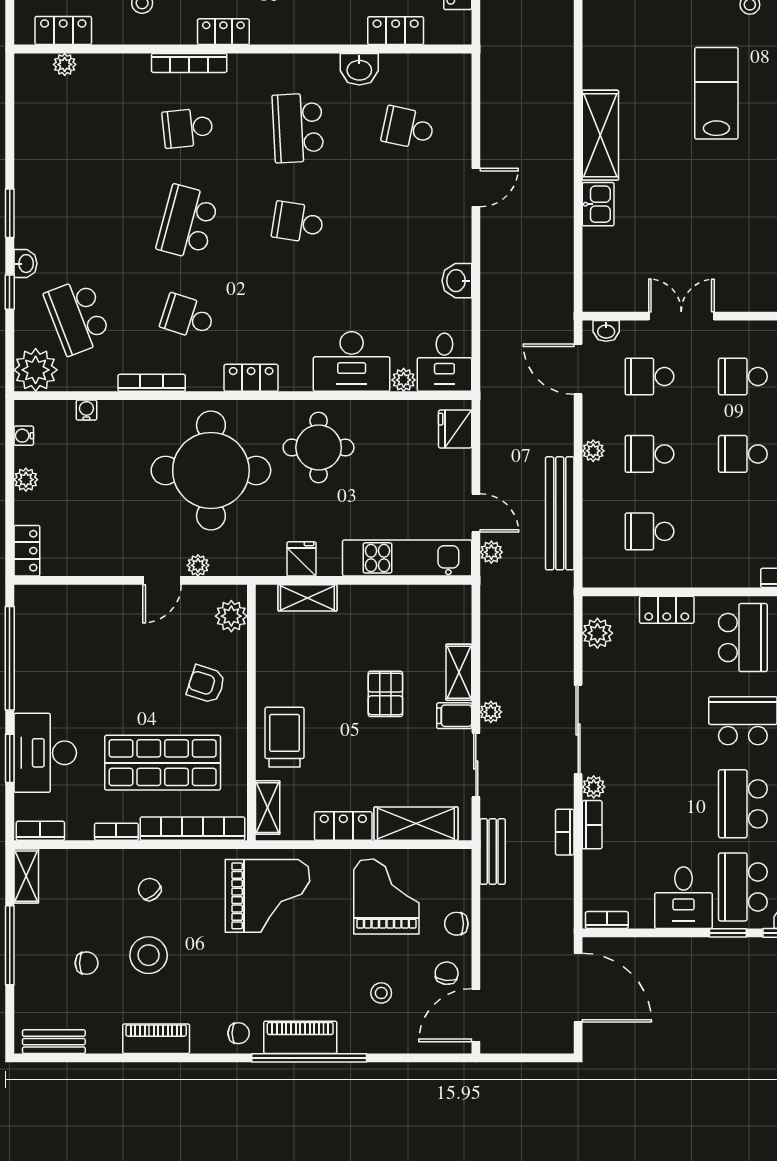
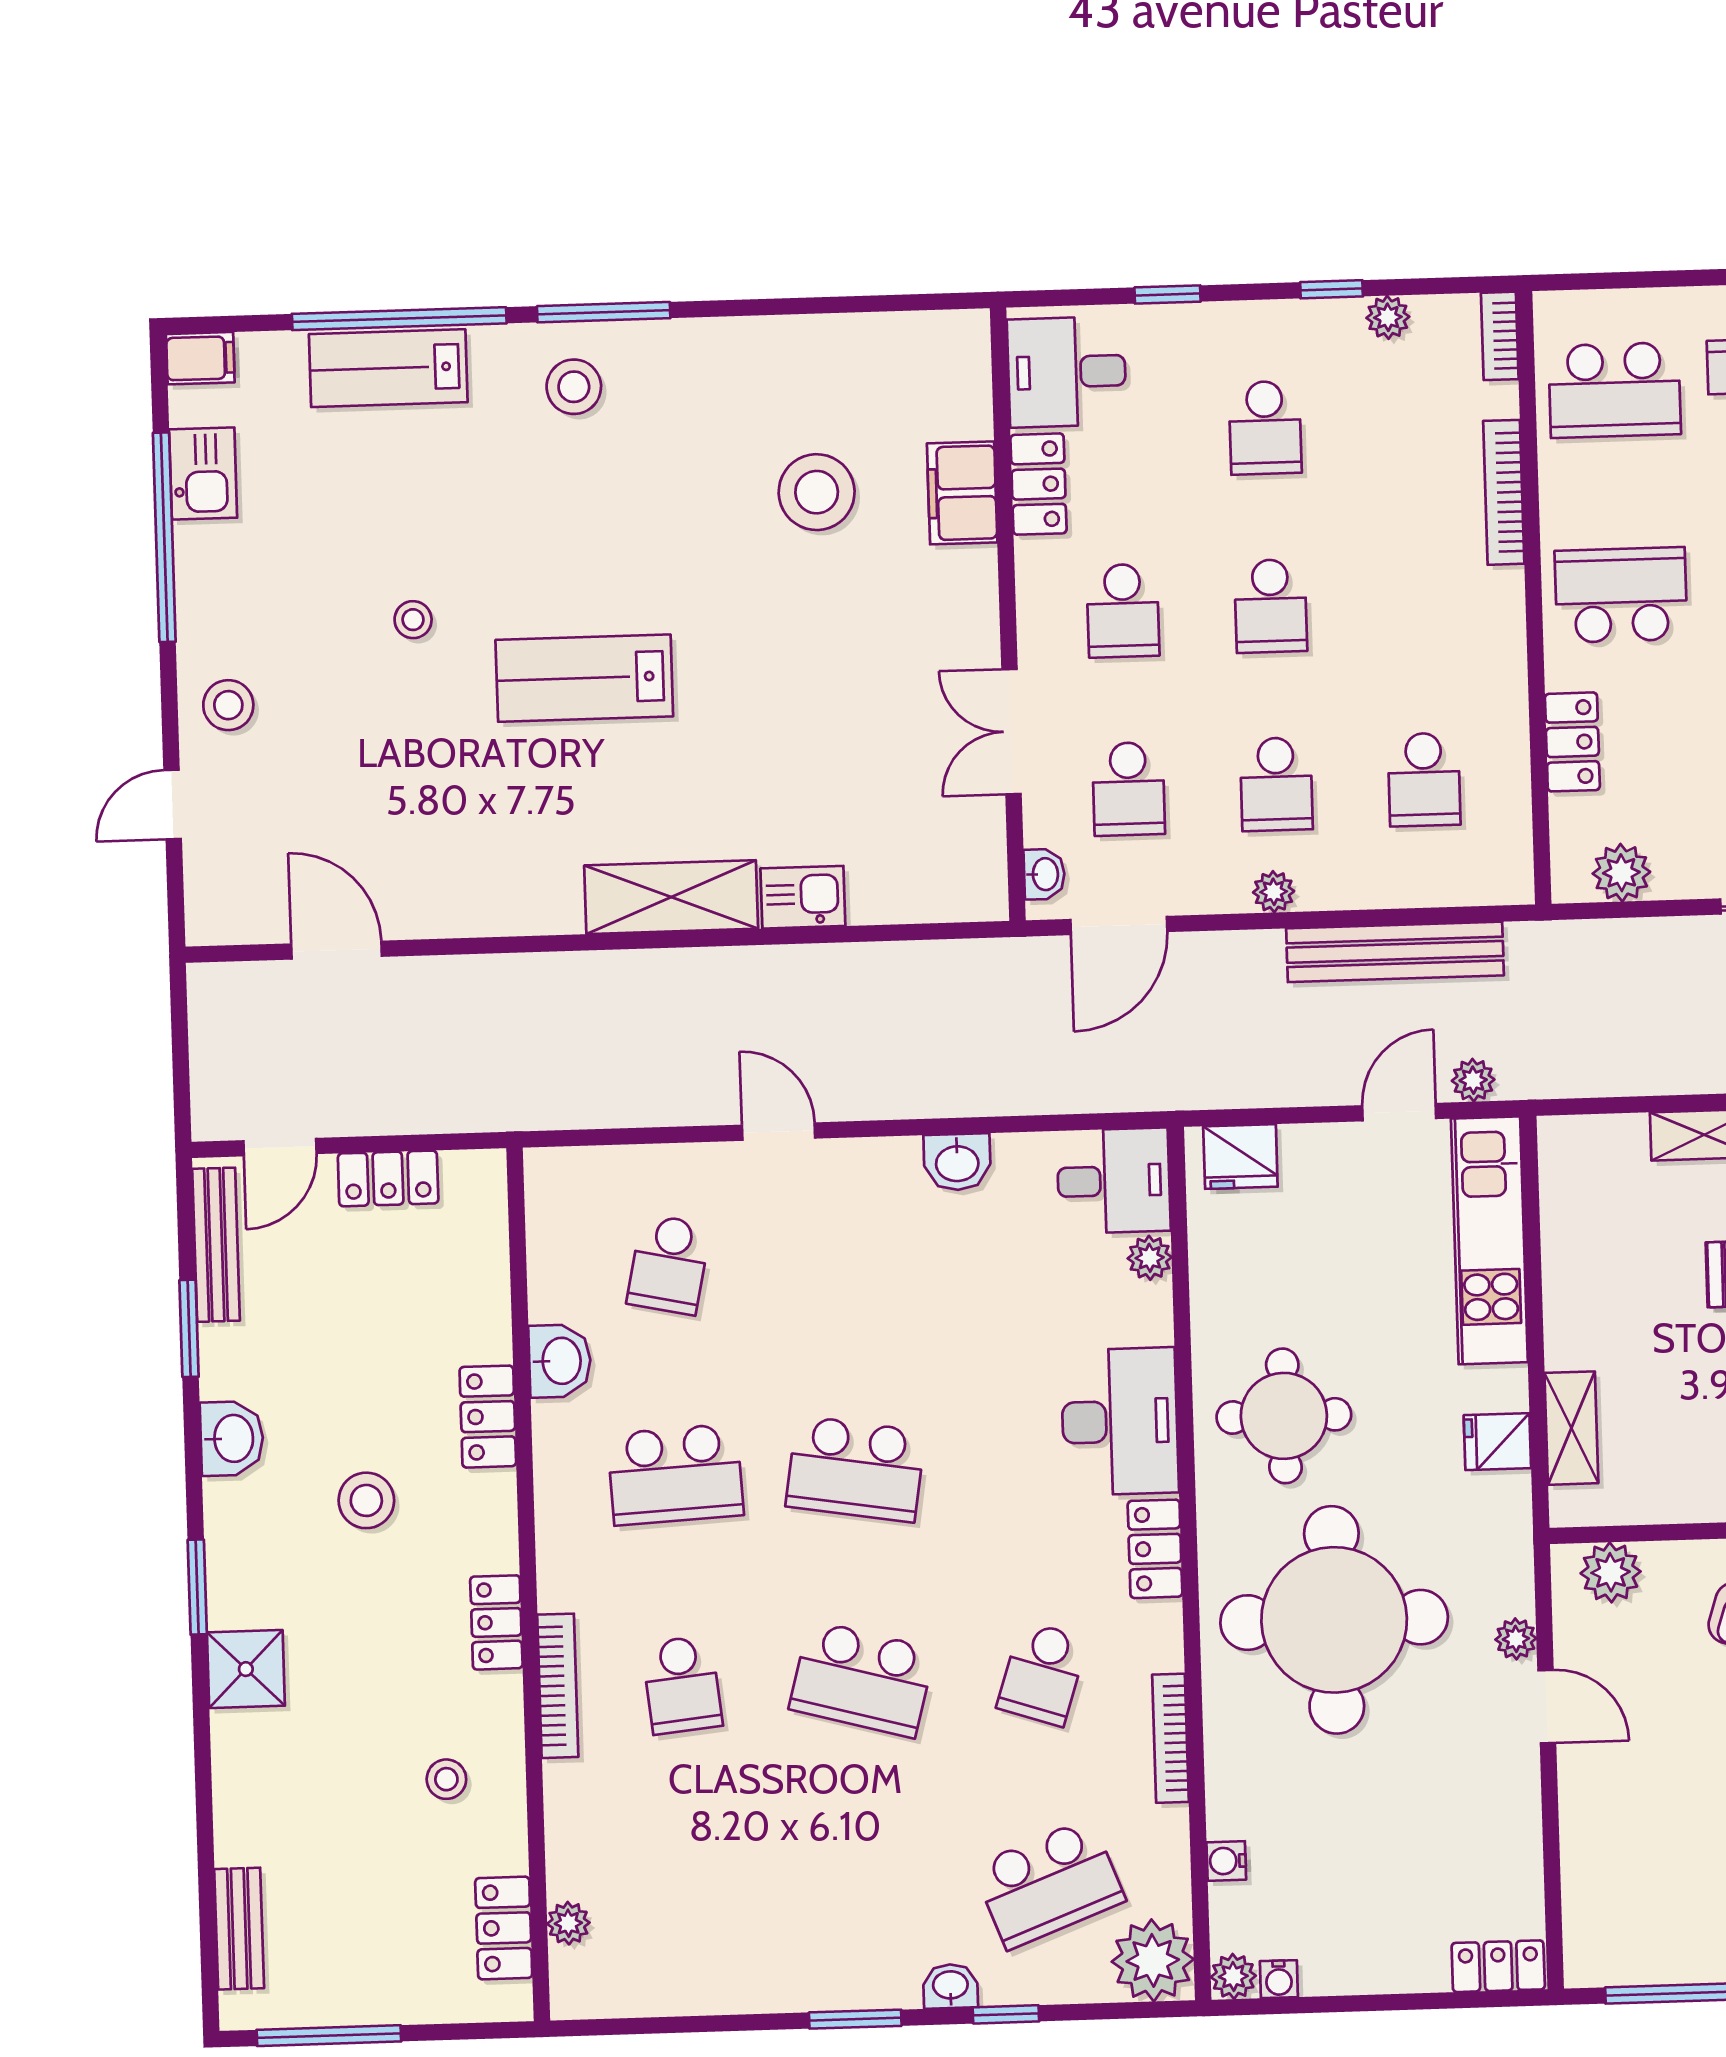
locker: (396, 31) -> (488, 1417), moved
school desk: (298, 222) -> (856, 1469), width x1.85
desk: (352, 361) -> (1120, 1421), moved
plant: (26, 480) -> (1233, 1976), moved

